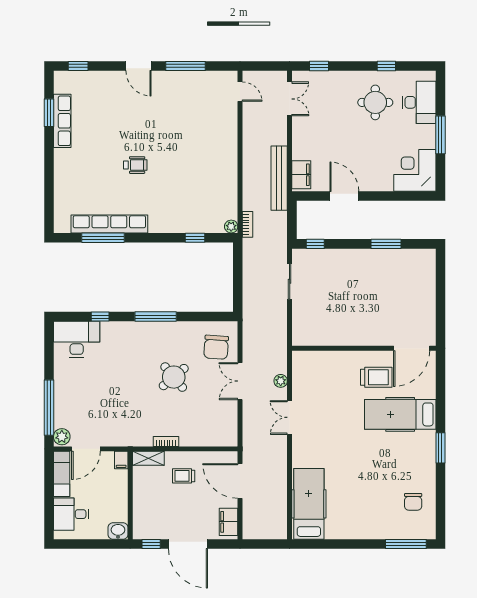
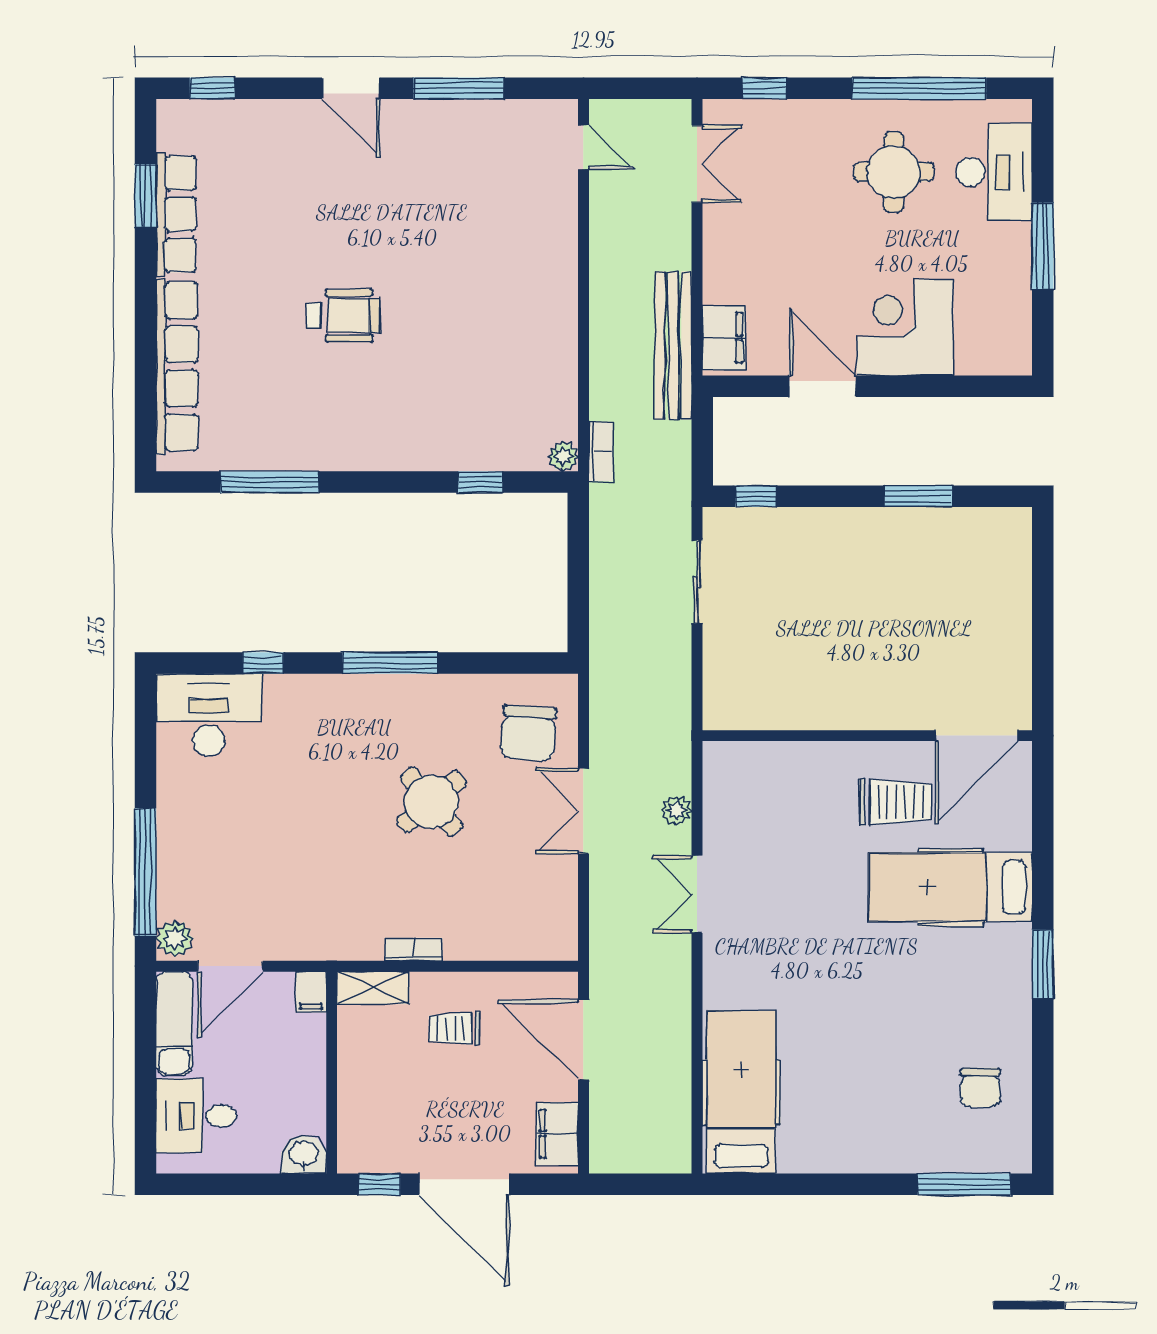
window: (386, 66) -> (919, 88), width x3.17
wheelchair: (135, 165) -> (343, 316), width x1.36, depth x1.37
corner desk: (415, 170) -> (905, 328), moved
row of seats: (109, 224) -> (177, 366), moved, turned 90

